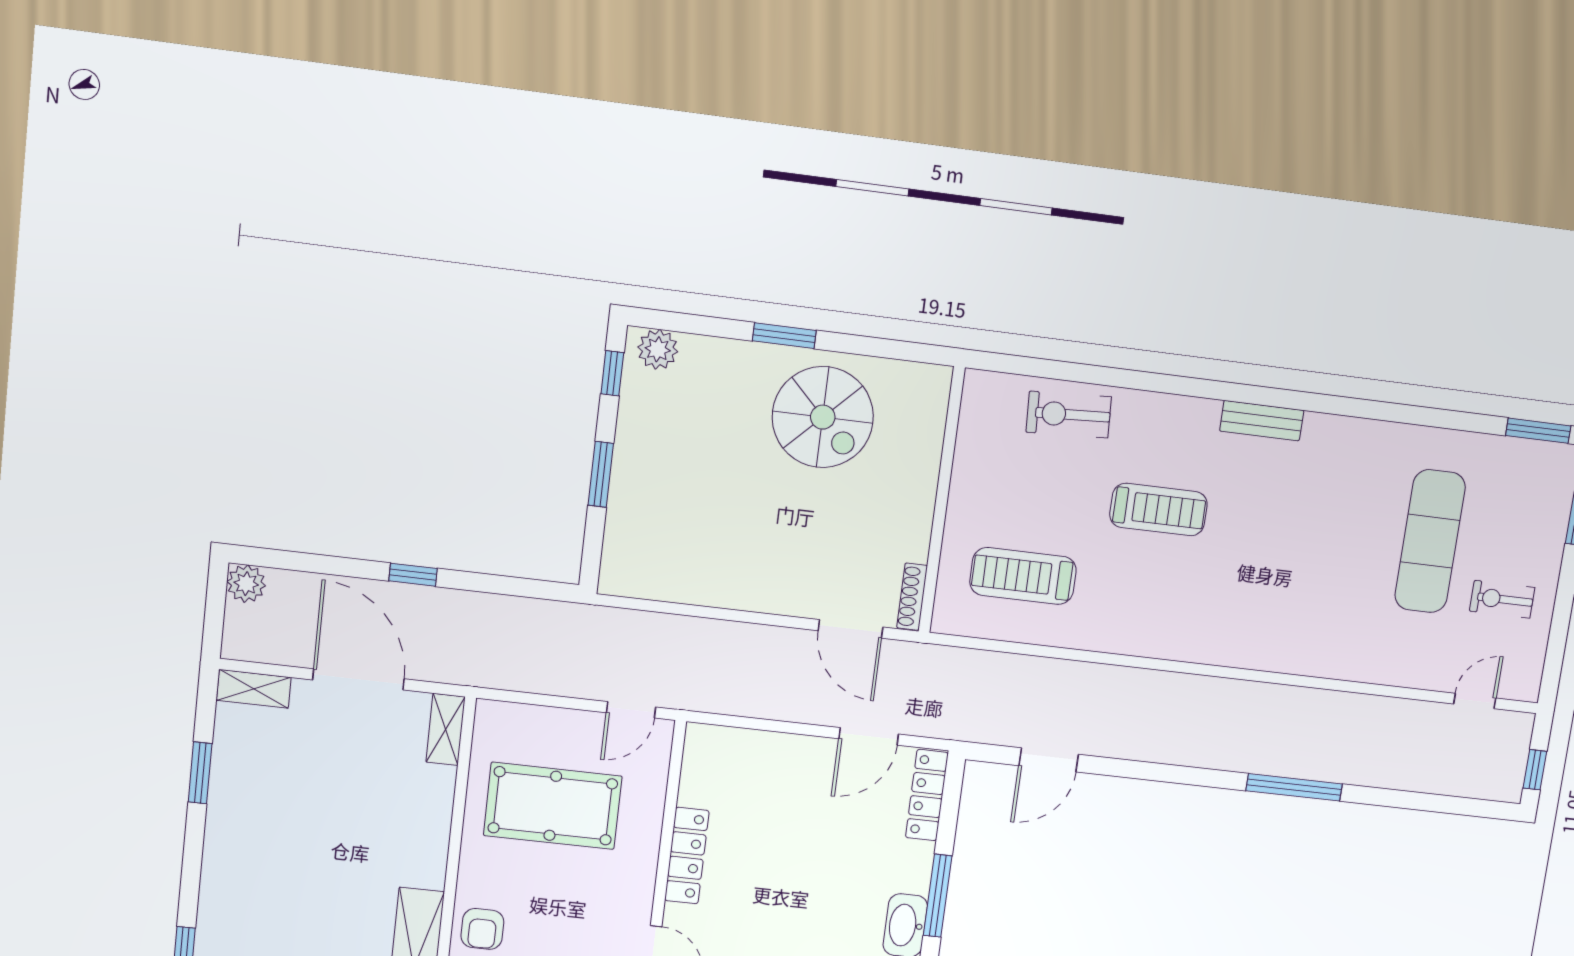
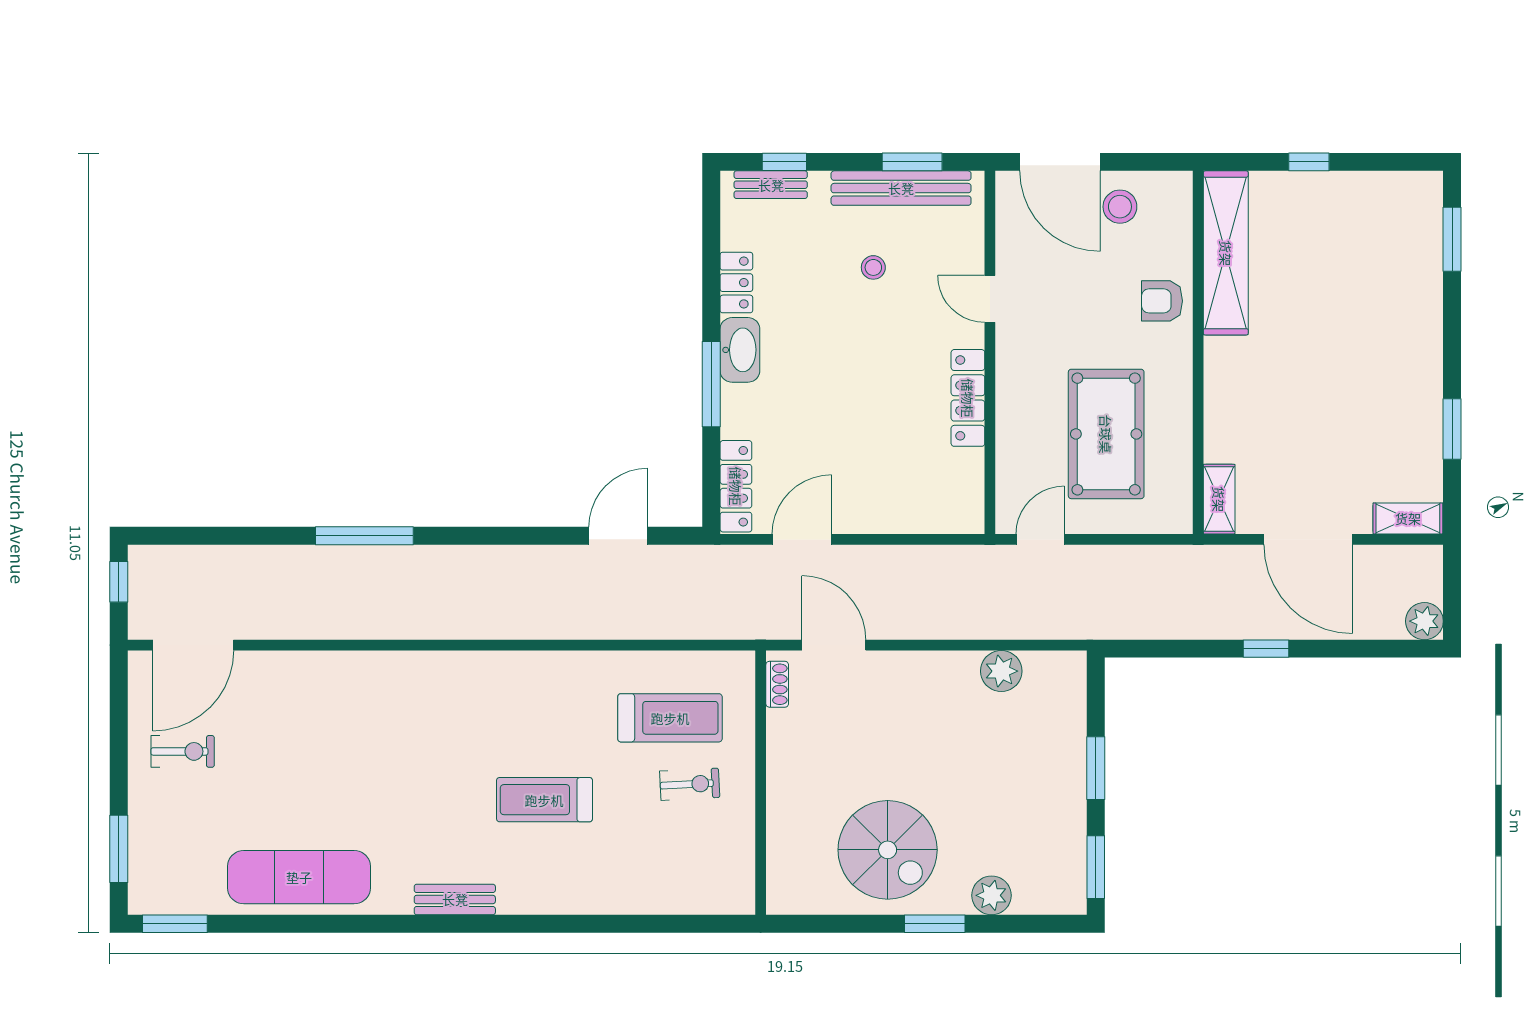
plant: (658, 349) -> (992, 895), moved
window: (612, 373) -> (1096, 867), width x1.50
exercise bike: (1069, 415) -> (690, 784), moved, width x0.73, depth x0.72
spiral stairs: (823, 417) -> (888, 850), turned 180
exercise mat: (1430, 541) -> (299, 877), moved, turned 90
plant: (686, 584) -> (1001, 671), added
shoe rack: (912, 597) -> (777, 684), width x0.70
door: (1475, 701) -> (193, 645), width x1.88
pool table: (553, 806) -> (1106, 434), turned 90
armchair: (482, 929) -> (1162, 301), turned -90

